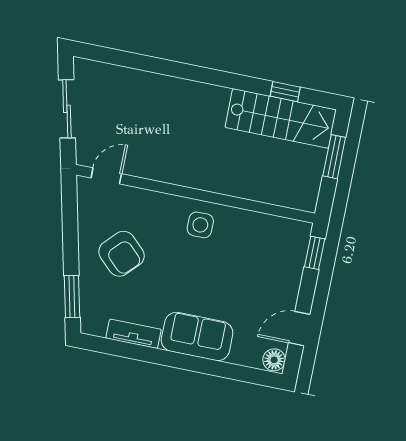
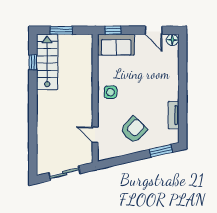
door: (106, 176) -> (95, 135), moved
sofa: (197, 337) -> (116, 45), moved, turned -90

